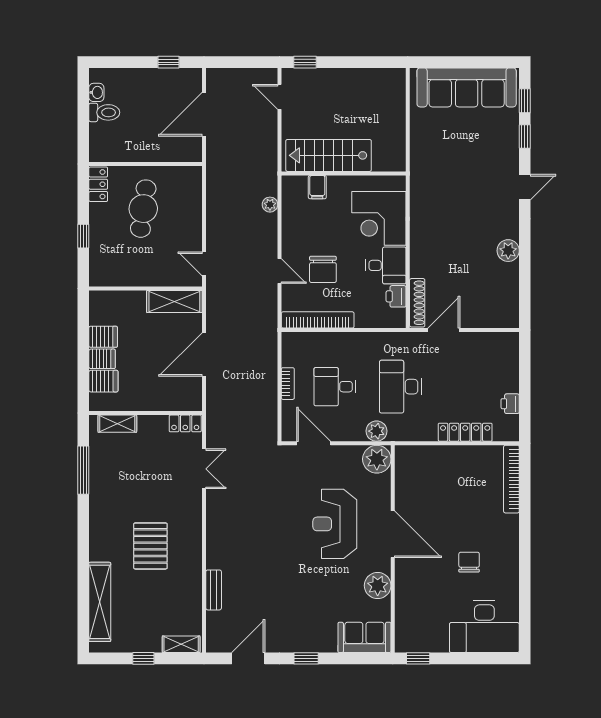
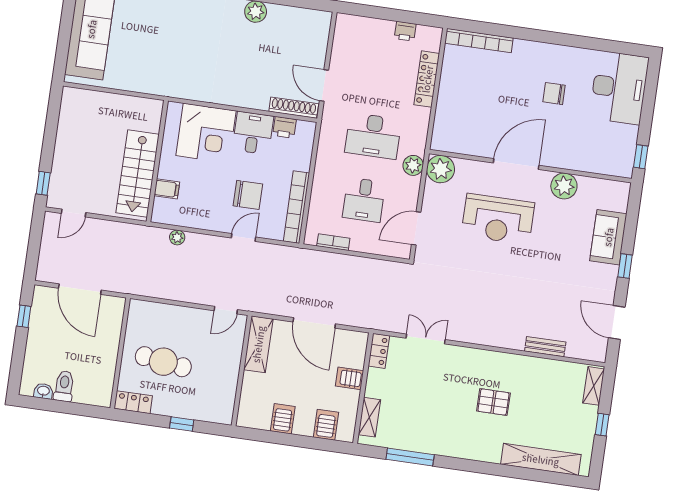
server rack: (102, 359) -> (350, 378), moved, turned -90
bookcase: (288, 384) -> (333, 242), moved
pallet: (150, 546) -> (493, 402), width x0.67, depth x0.71
sofa: (364, 637) -> (608, 237), moved

